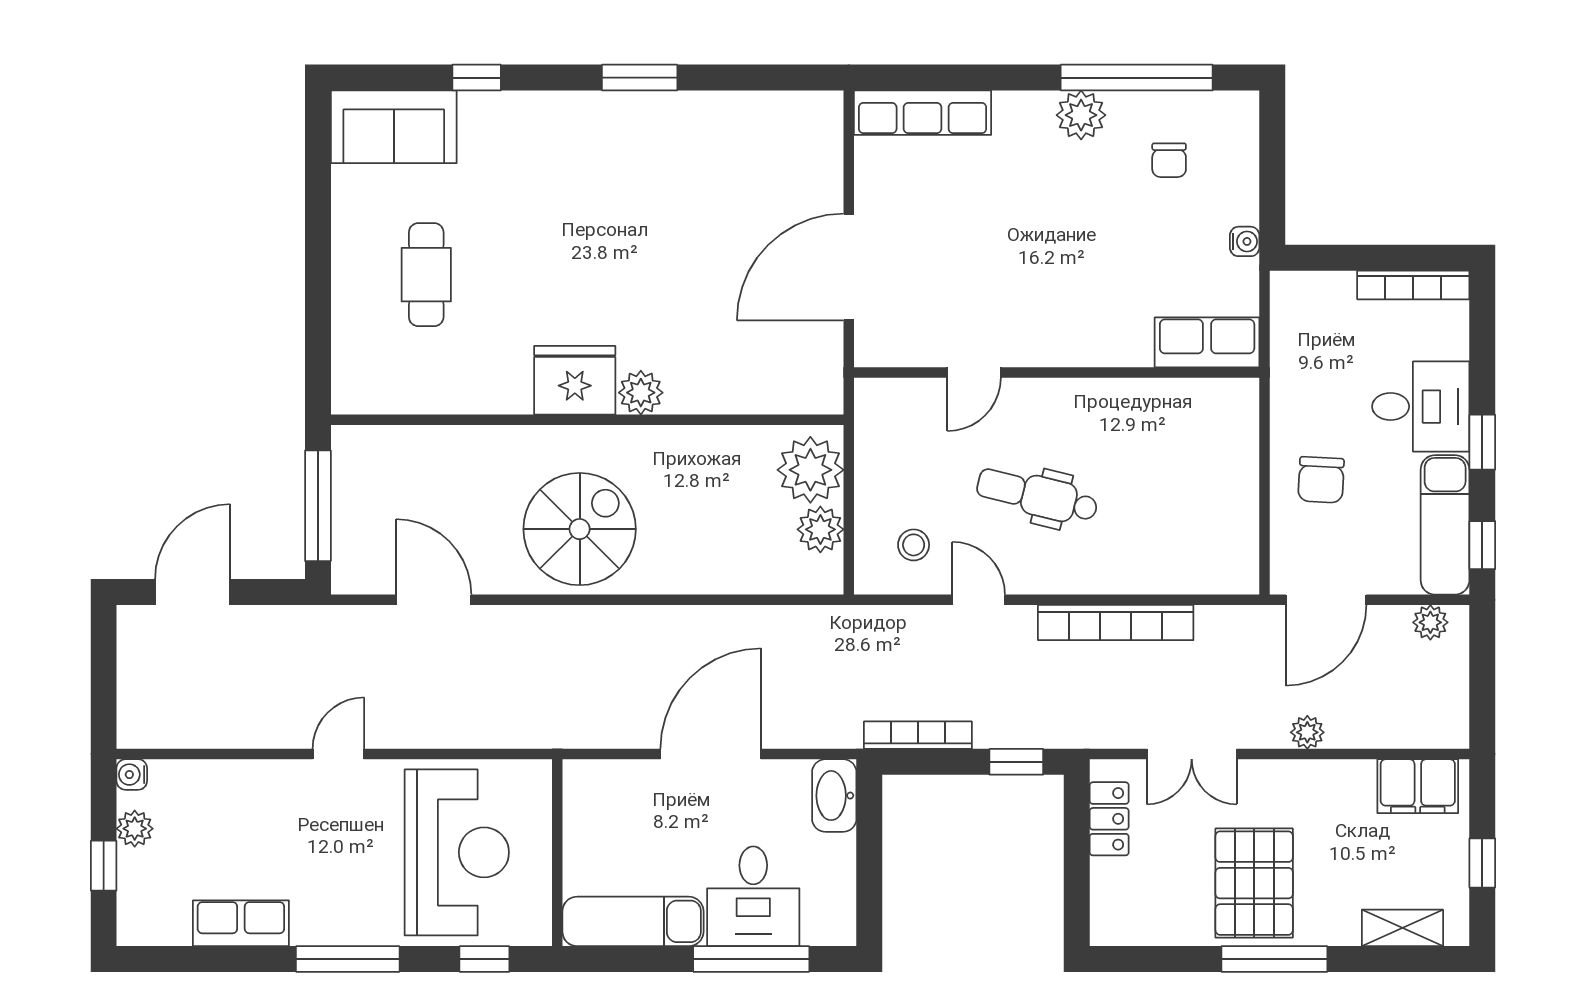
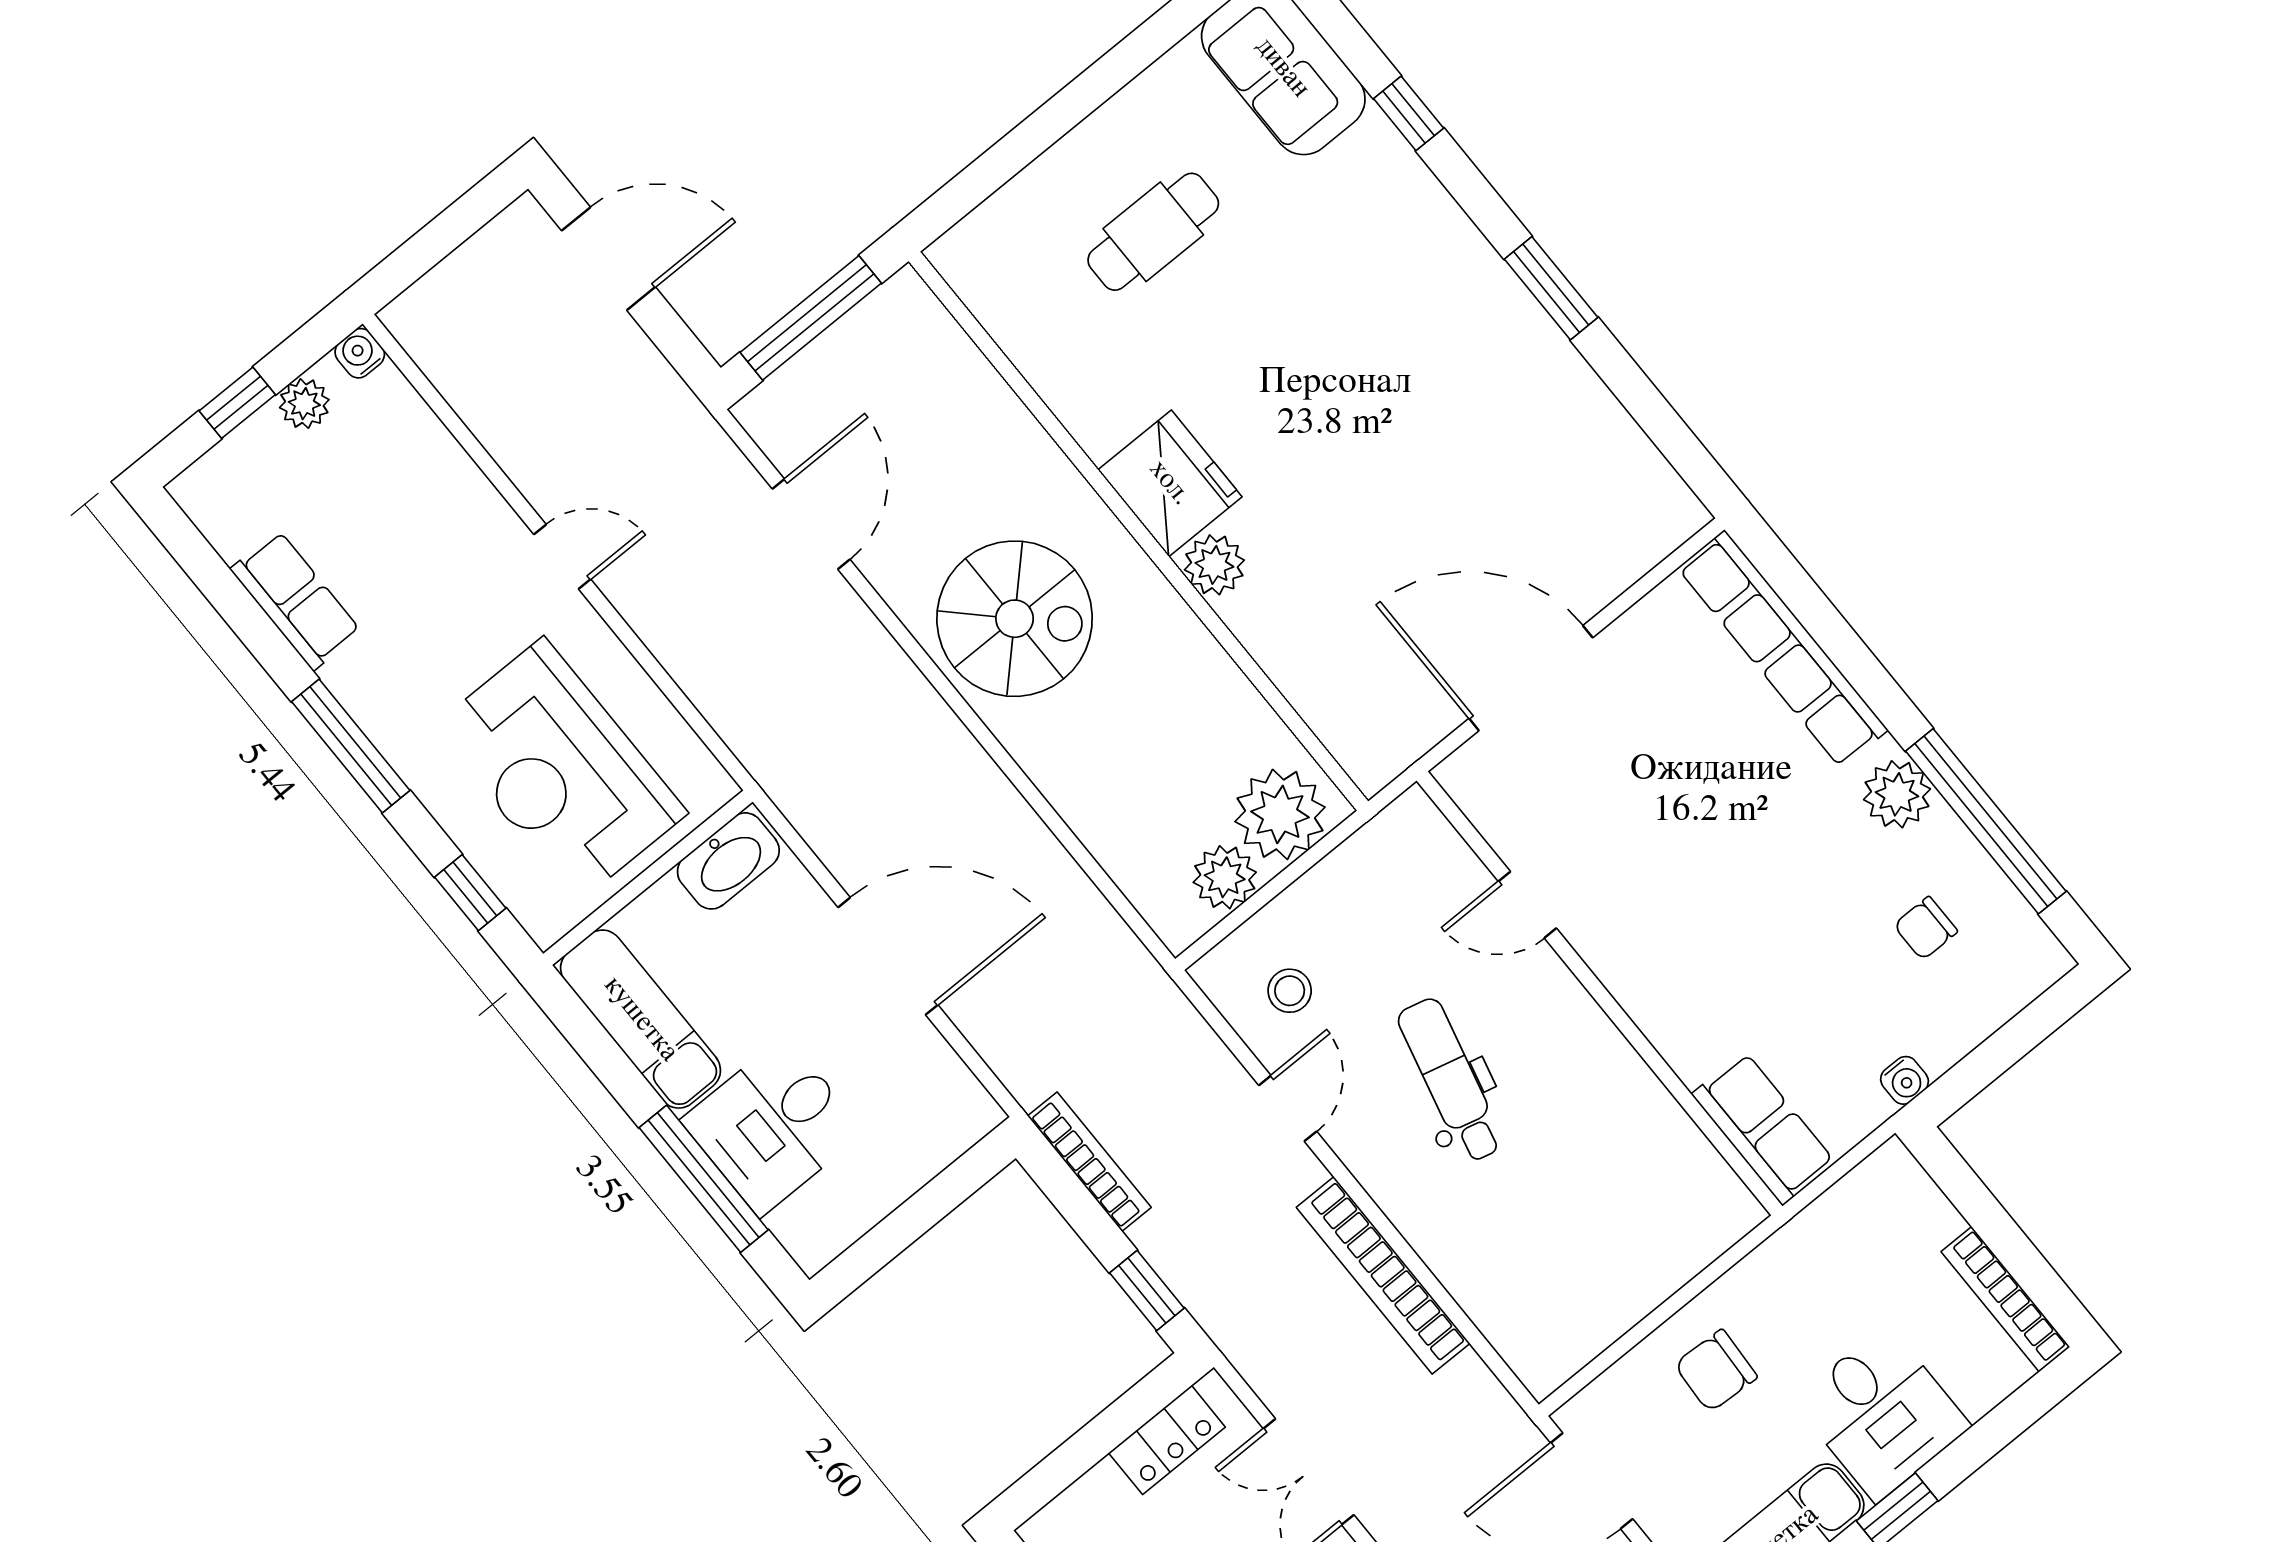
row of seats: (923, 113) -> (1783, 649), width x1.36
washbasin: (834, 796) -> (728, 861), moved, turned 180
reception desk: (457, 852) -> (560, 770), turned 90

